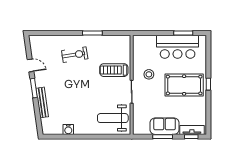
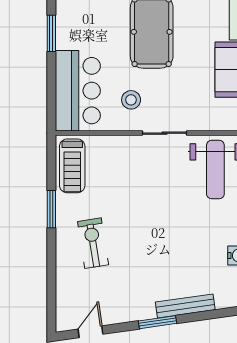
bar counter: (178, 47) -> (78, 91), moved
door: (31, 65) -> (90, 332), moved
treadmill: (114, 70) -> (72, 166), moved

